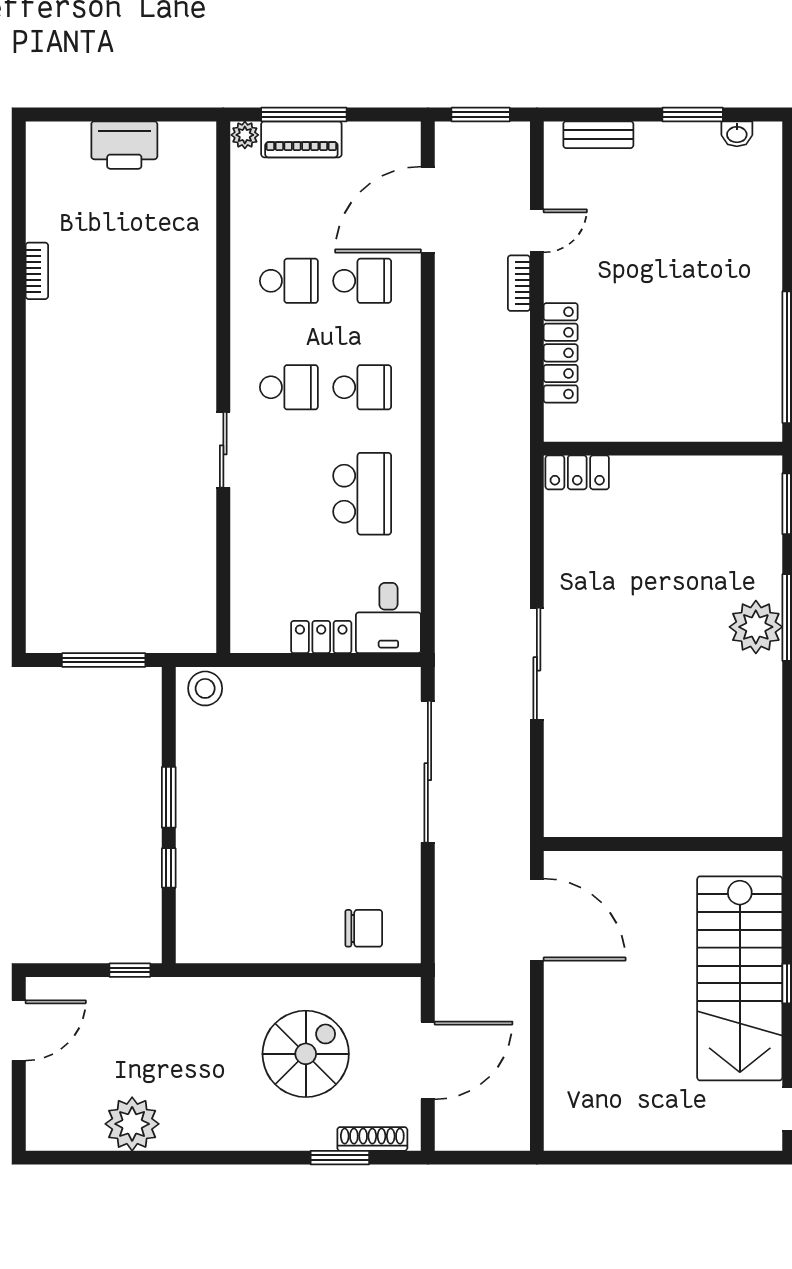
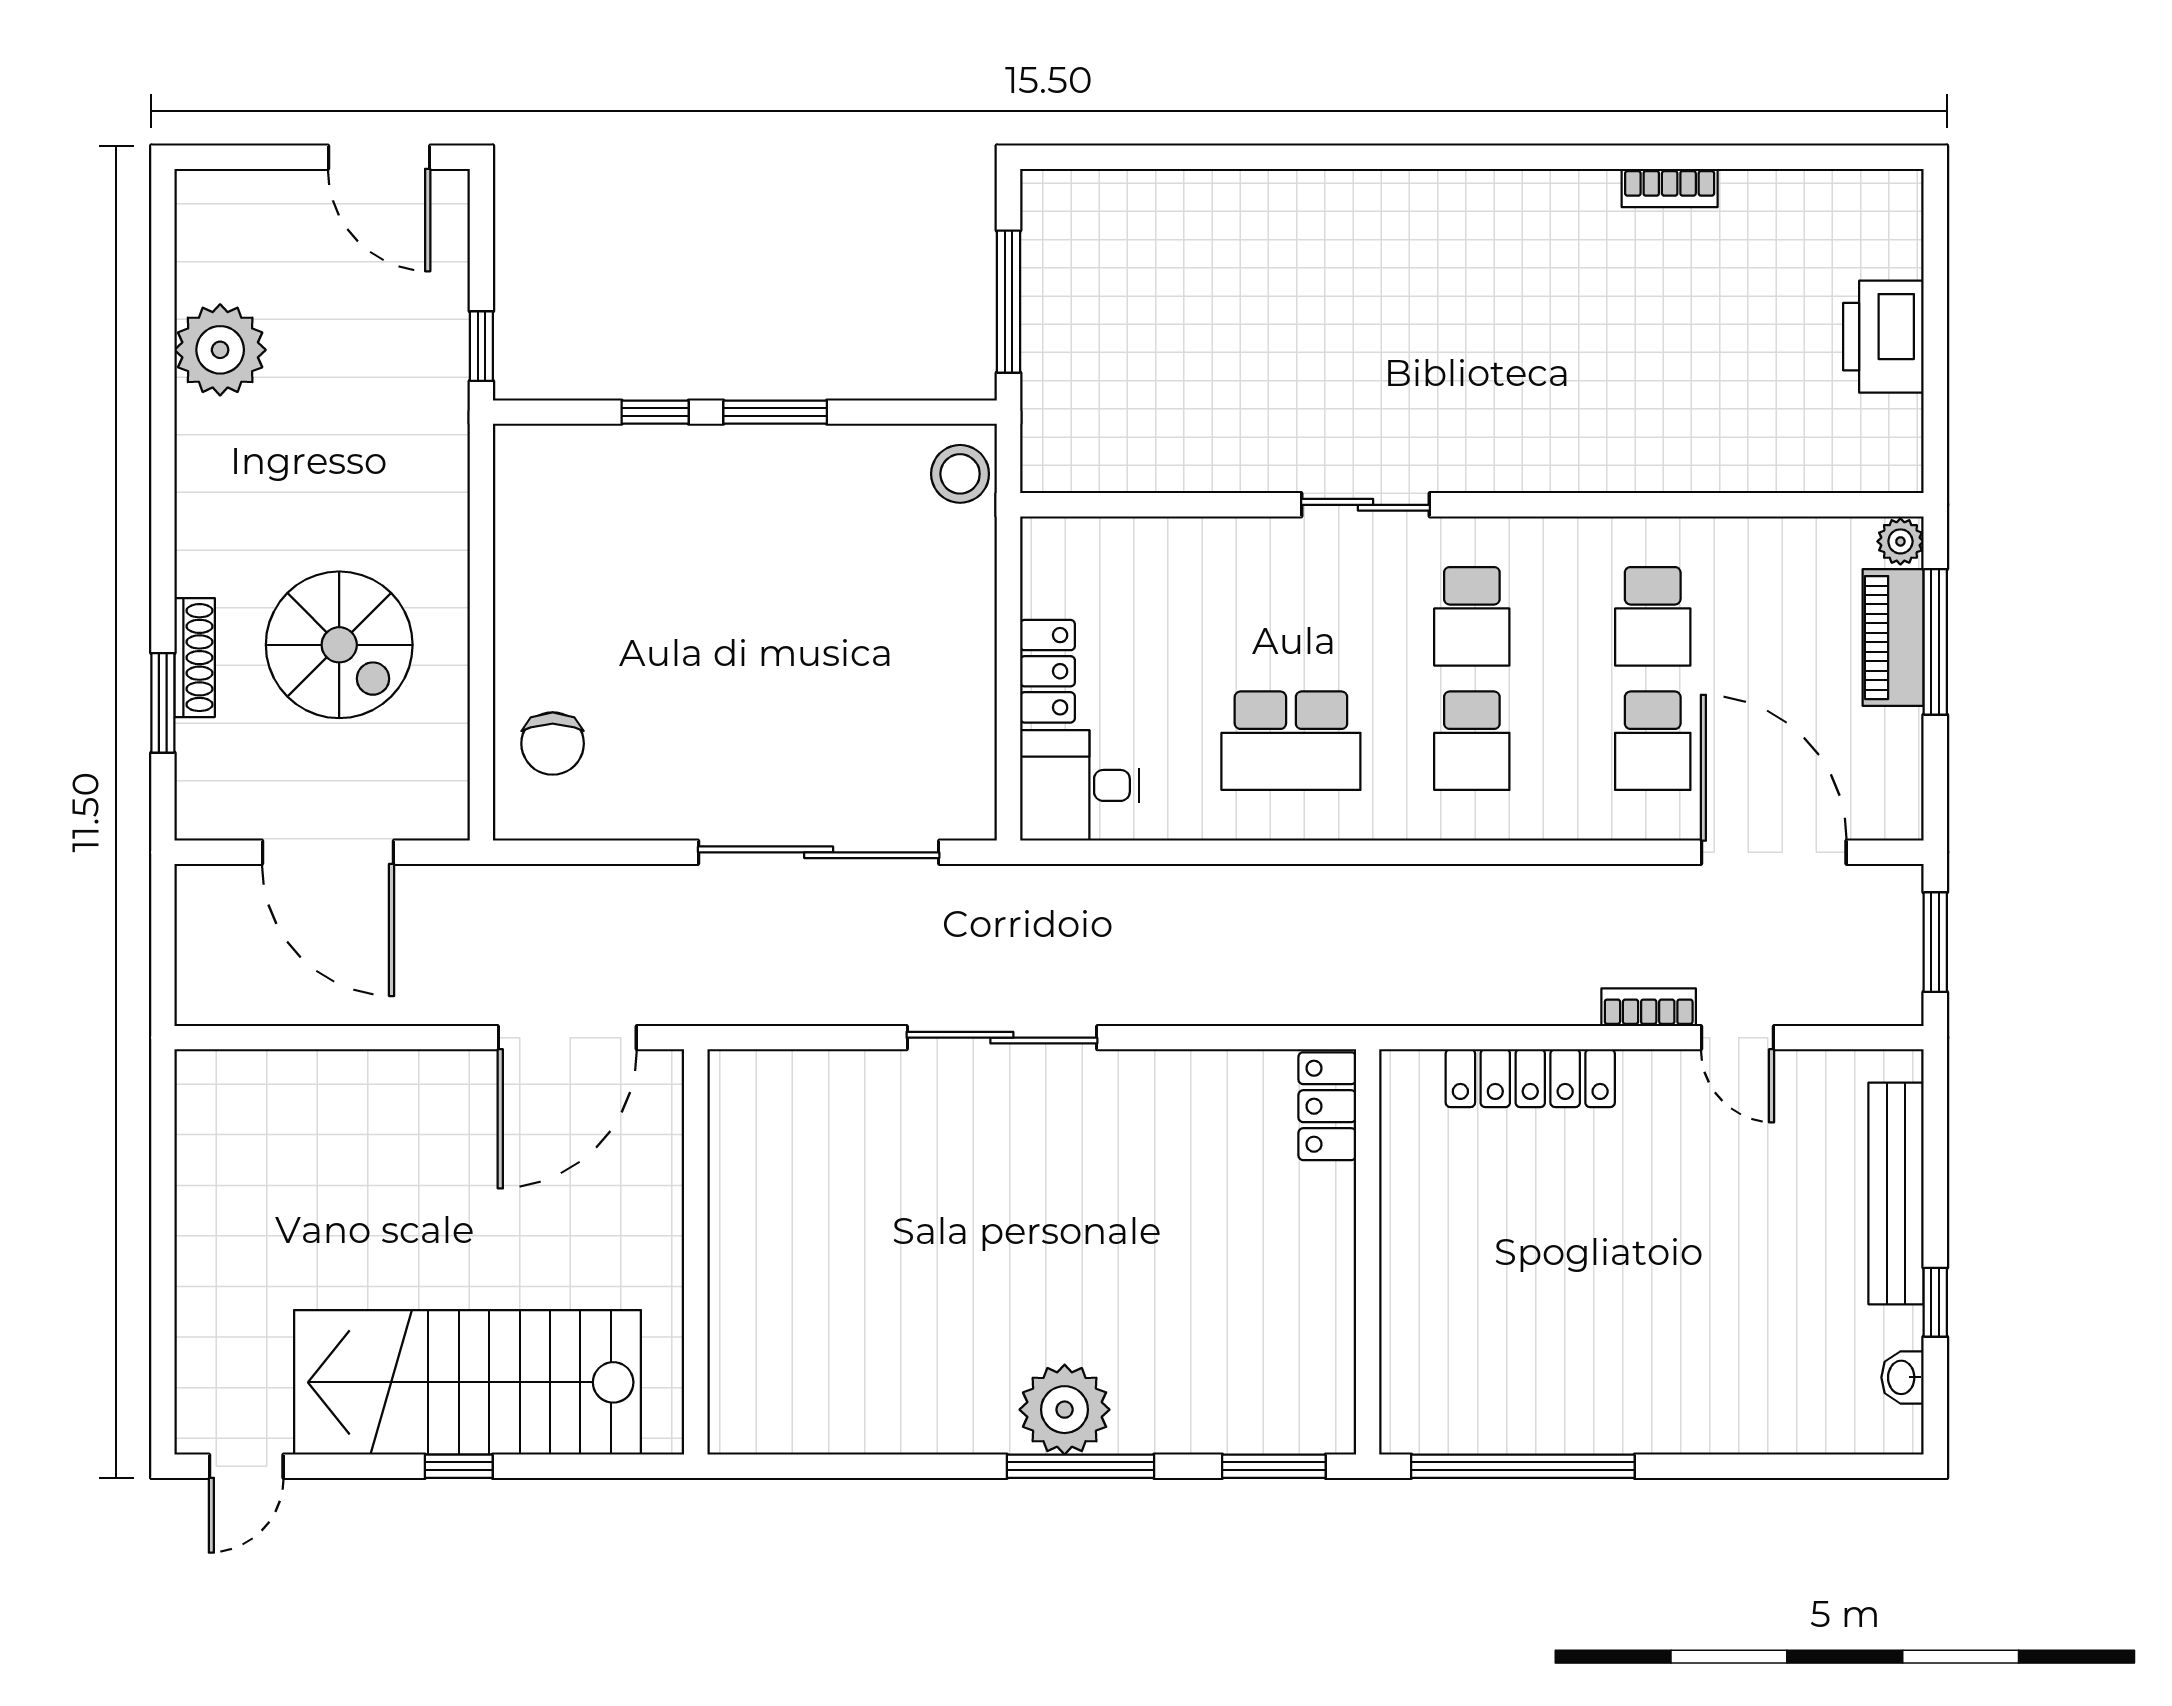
window: (693, 115) -> (1935, 1302), width x0.67
bench: (598, 135) -> (1896, 1193), width x1.86, depth x1.21
shoe rack: (372, 1139) -> (195, 658), moved

